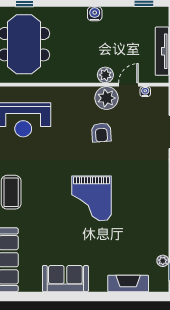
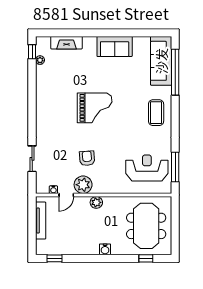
water cooler: (95, 14) -> (105, 249), moved
plant: (105, 75) -> (96, 202), moved
grand piano: (91, 198) -> (95, 108), turned 90

